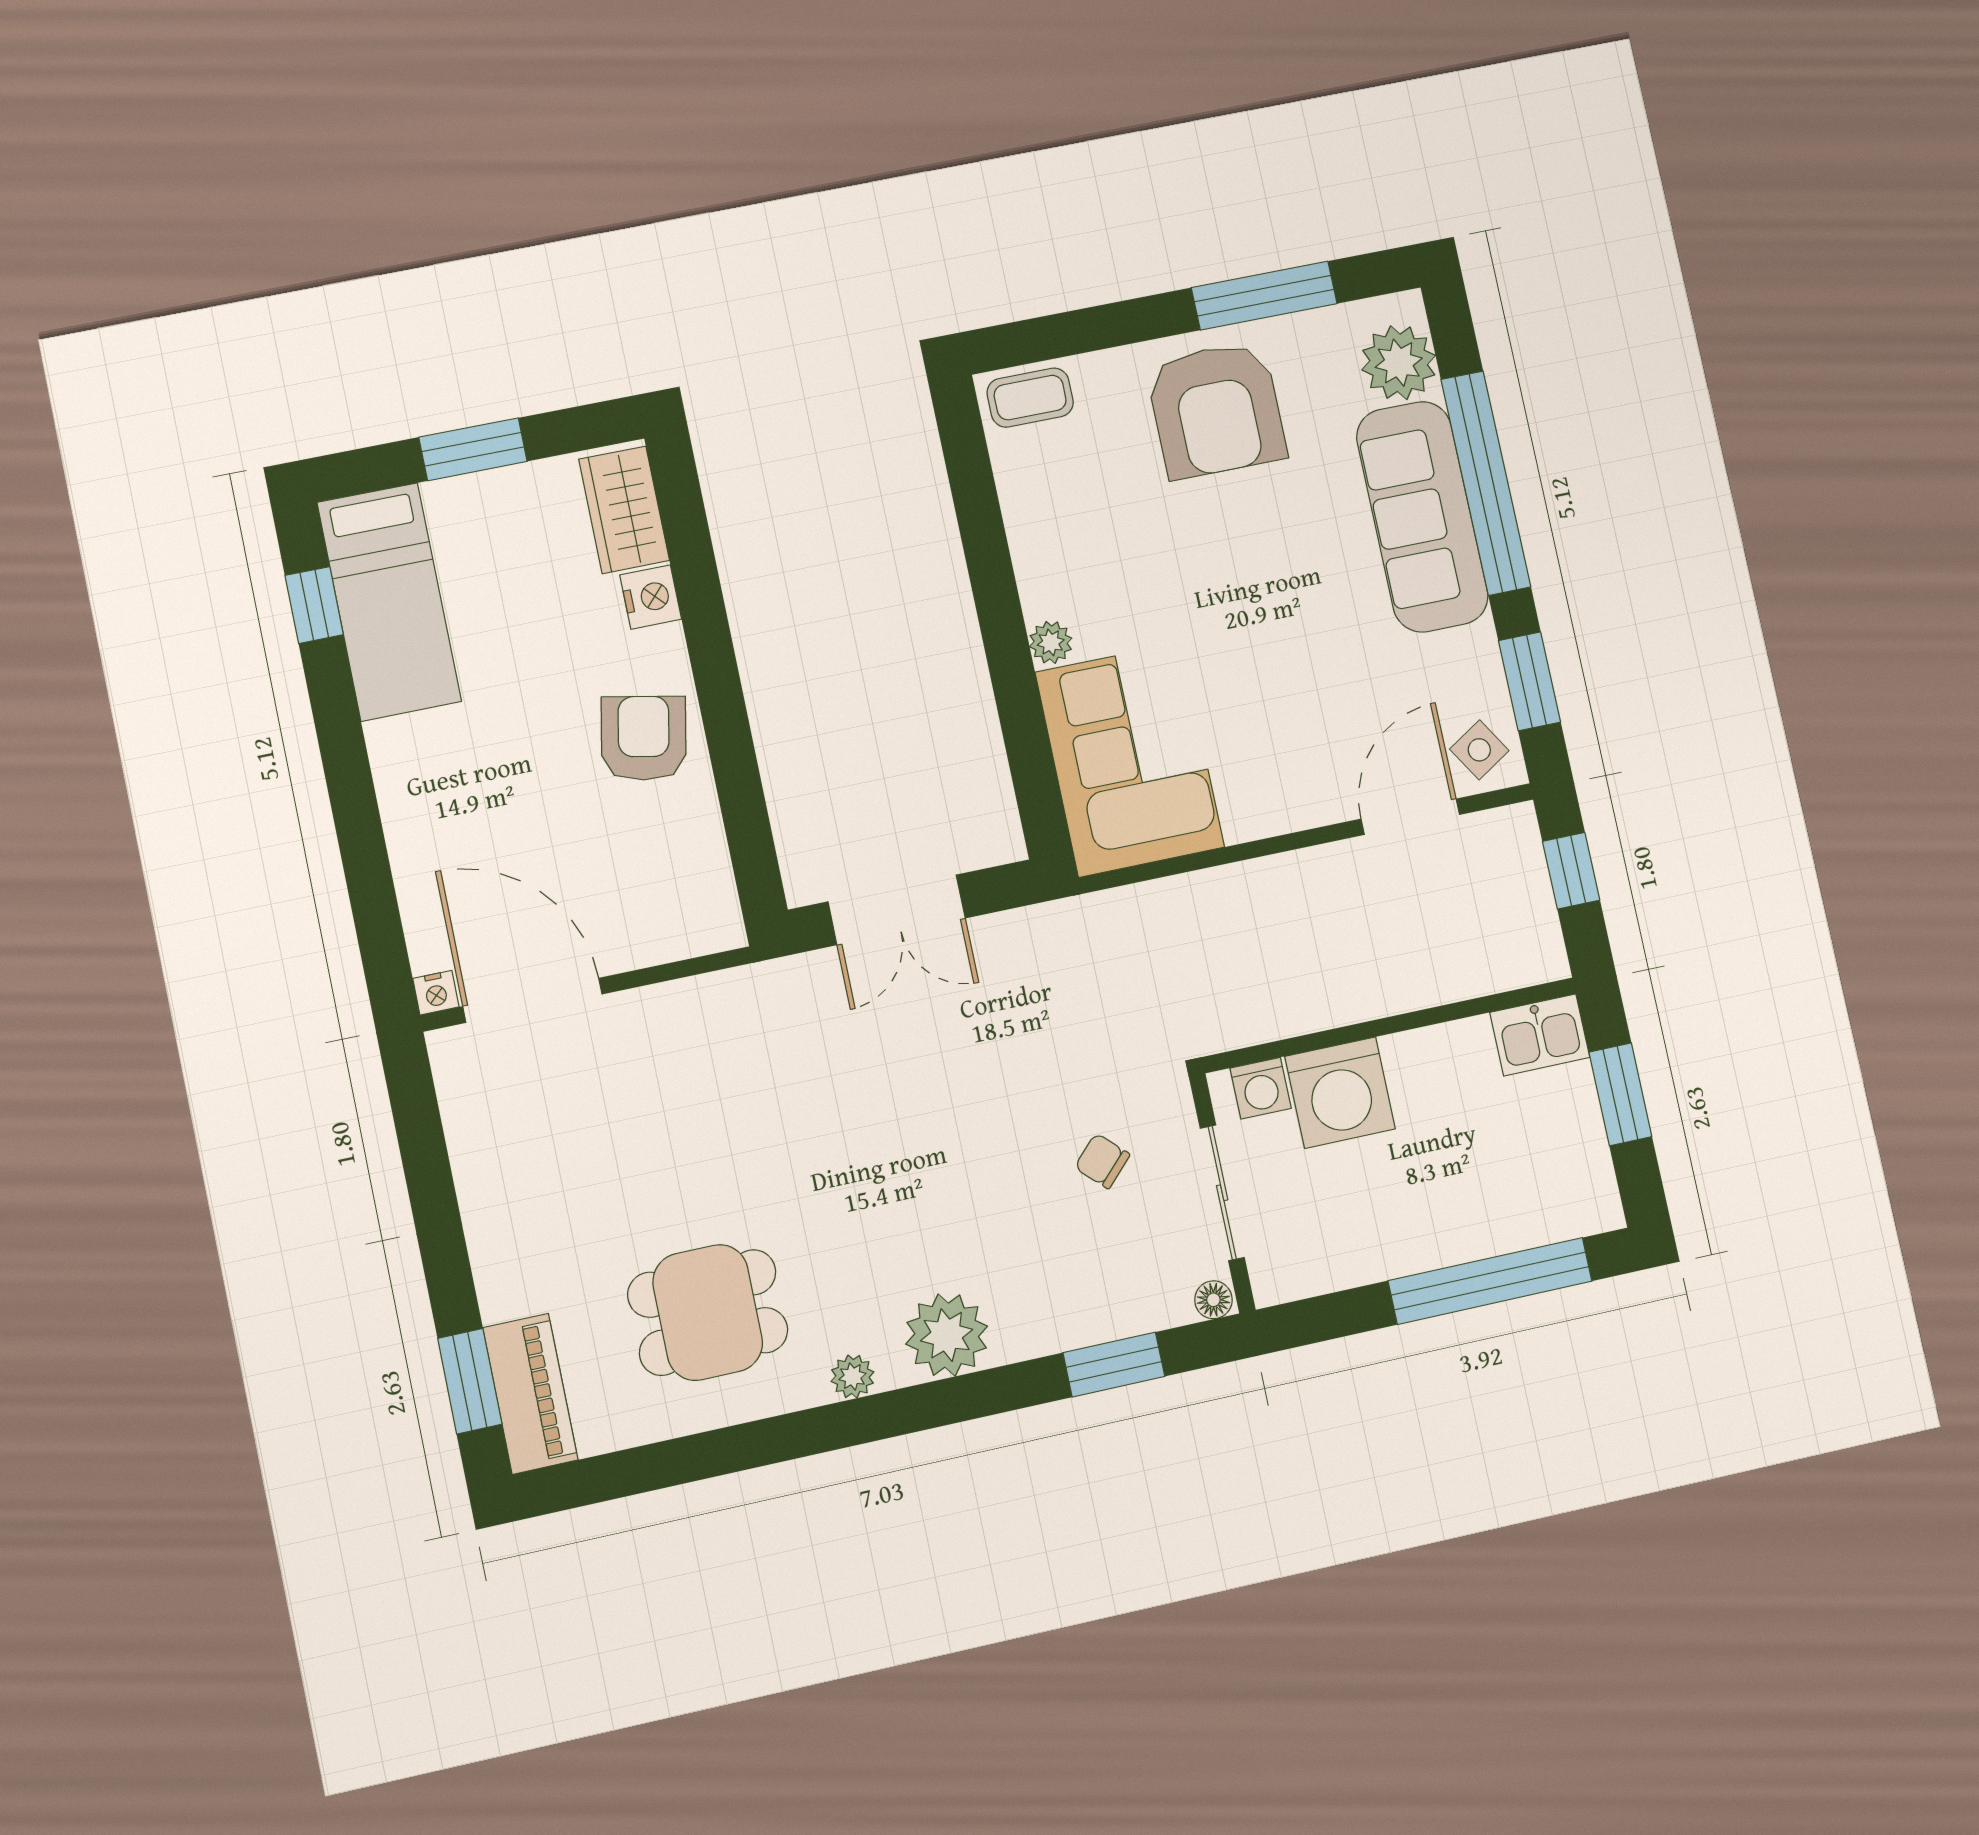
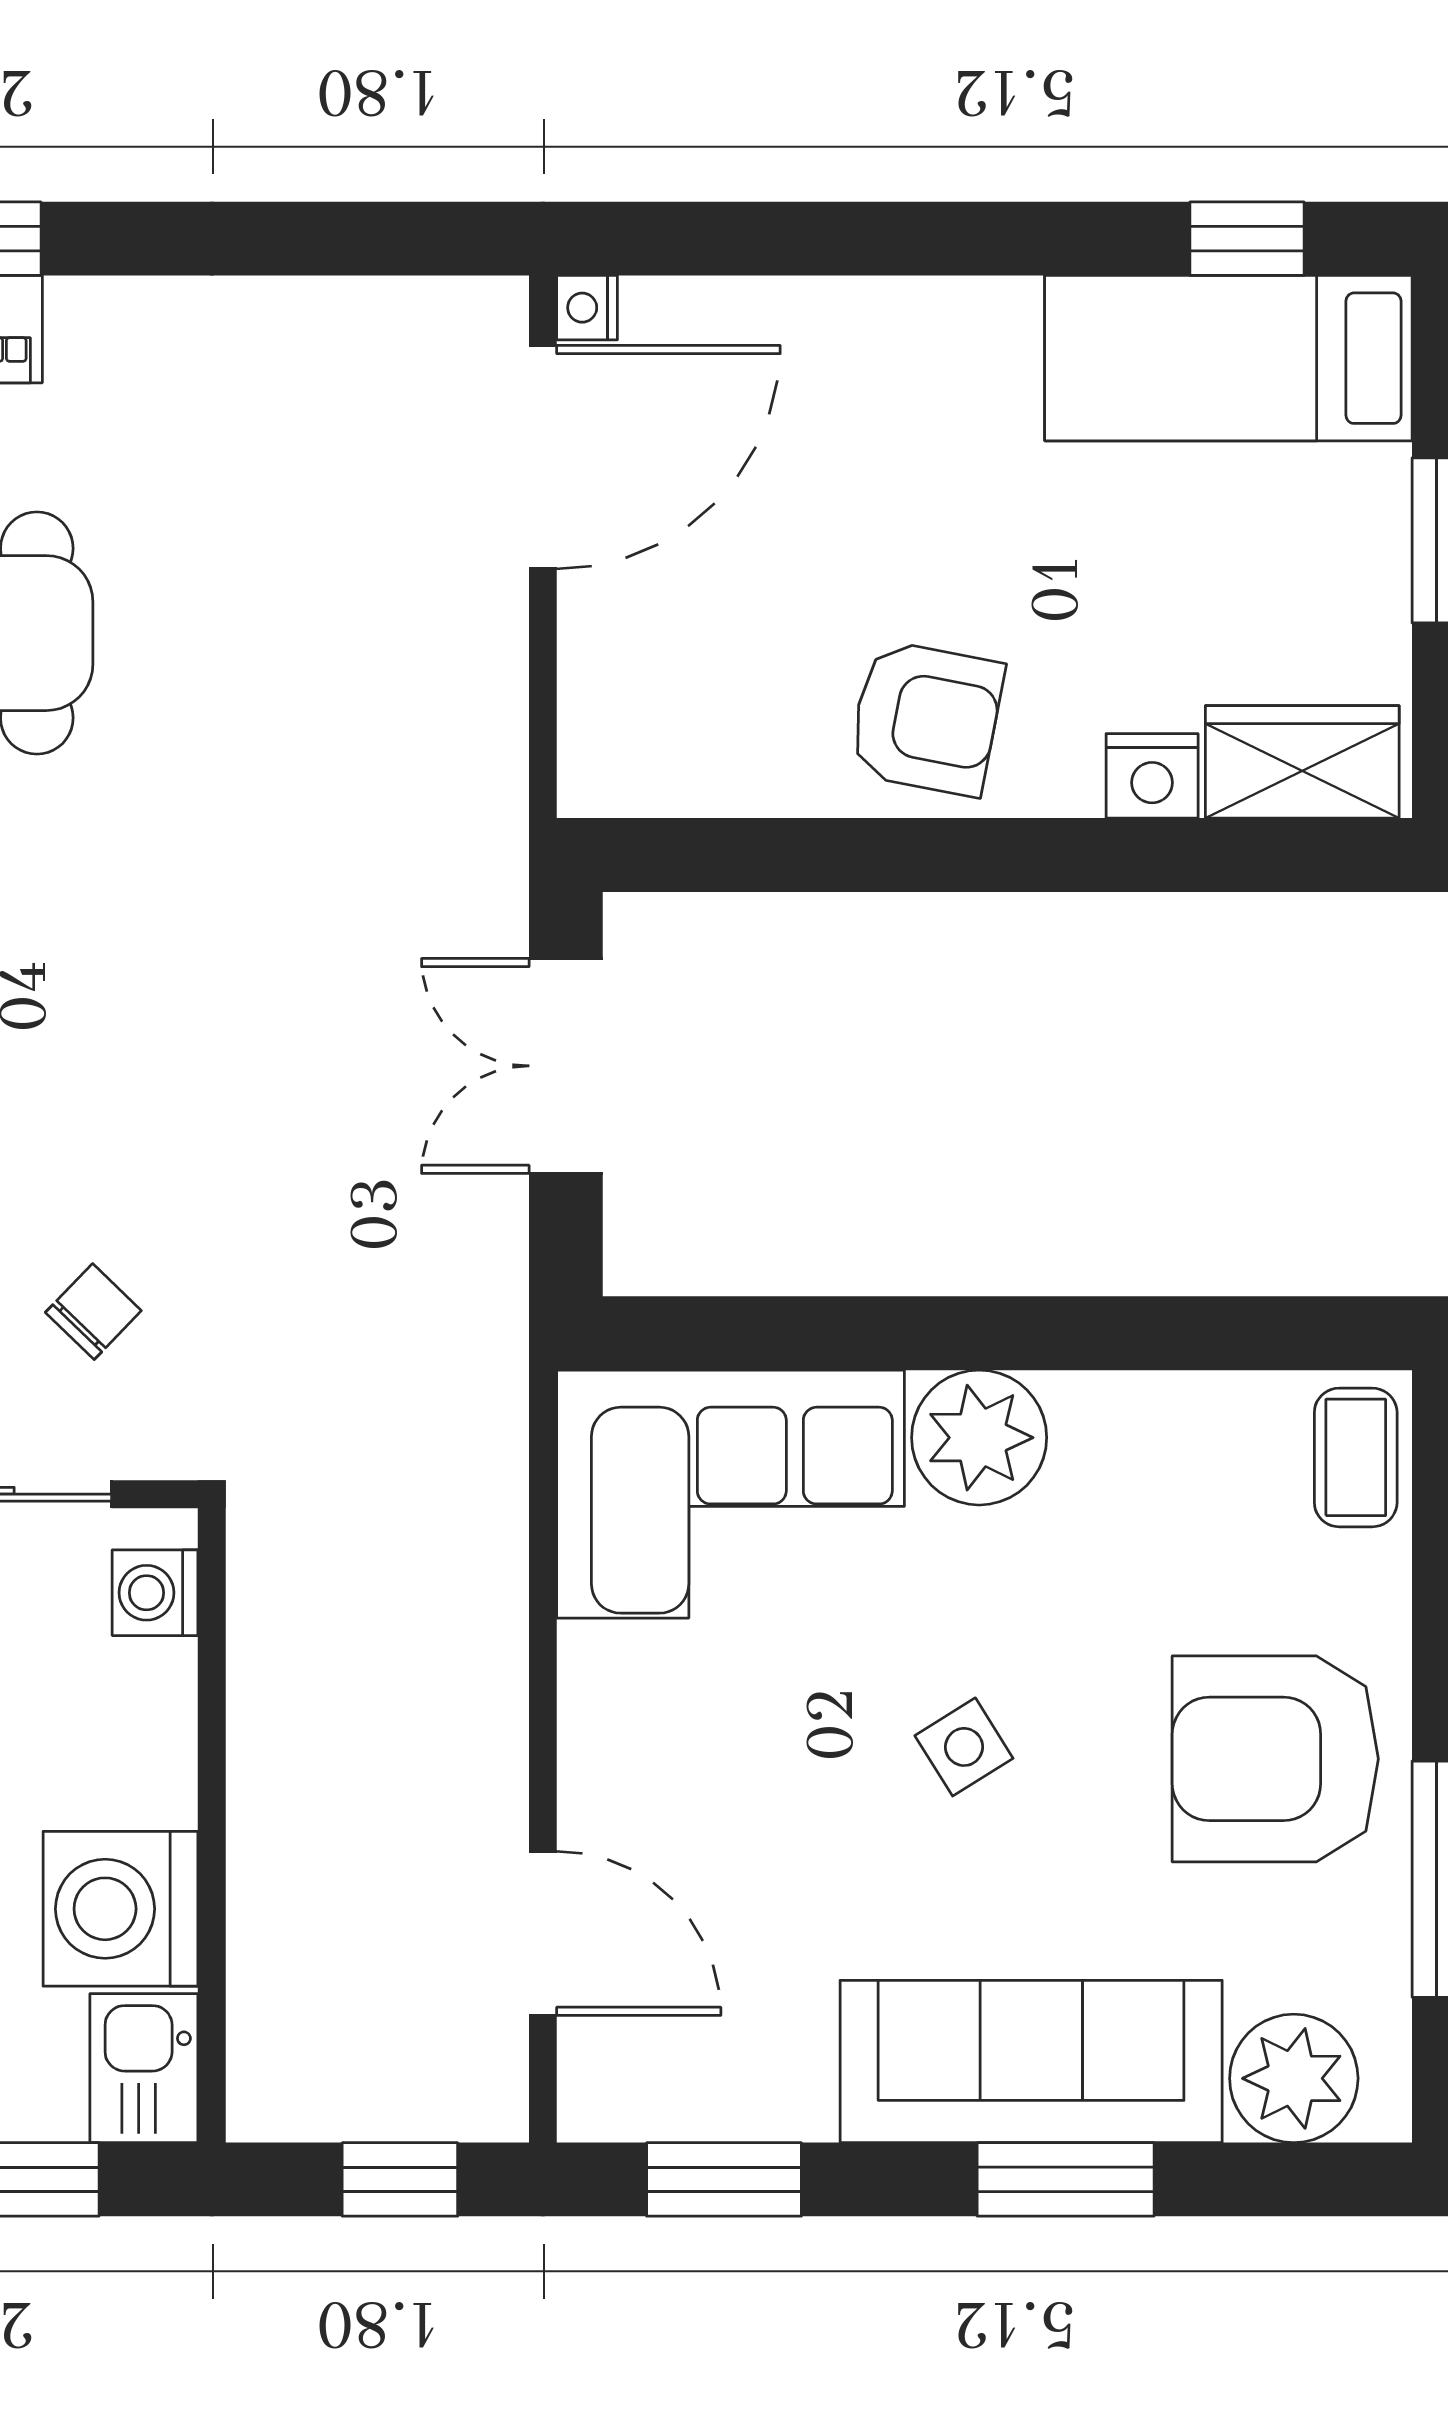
window: (1486, 483) -> (1066, 2179), width x0.47
plant: (1051, 642) -> (979, 1438), width x1.88, depth x1.88
side table: (1479, 750) -> (964, 1747), moved
washing machine: (1340, 1093) -> (121, 1909), moved

